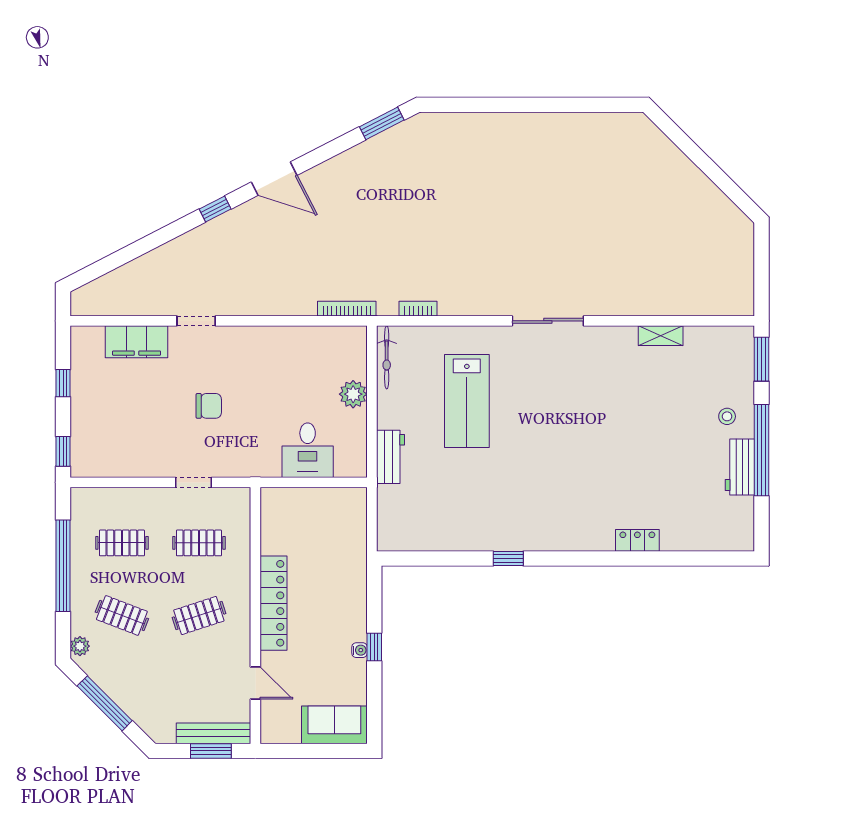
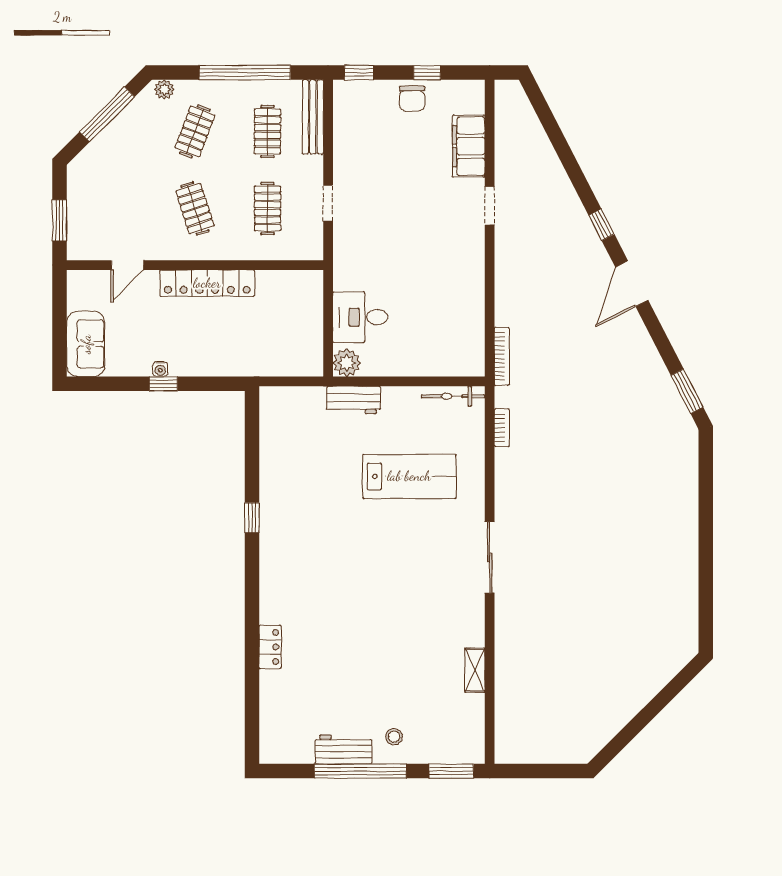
plant: (353, 394) -> (347, 363), moved
lab bench: (467, 401) -> (409, 476), turned 180
chair: (209, 406) -> (412, 99), moved
bench: (214, 733) -> (313, 117), moved

